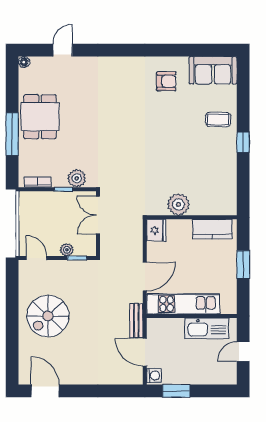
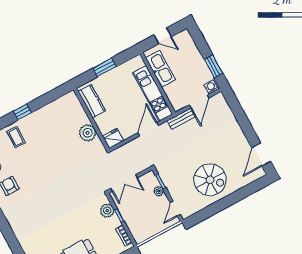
door: (145, 276) -> (148, 129), hinge flipped

